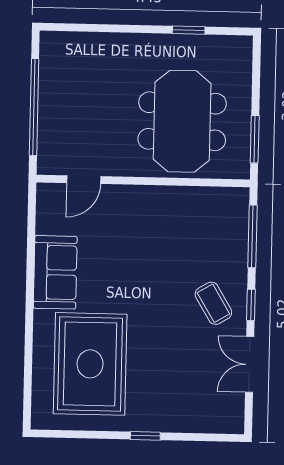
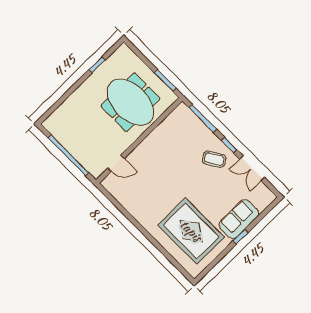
door: (84, 180) -> (116, 163), hinge flipped
sofa: (55, 272) -> (239, 219), moved, turned -90

